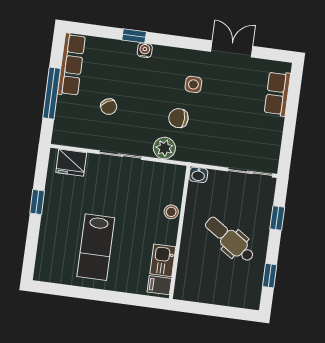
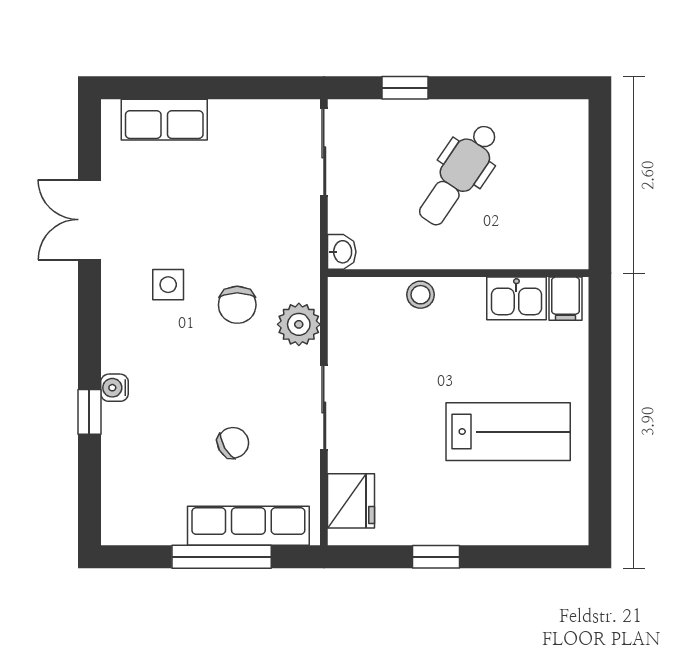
row of seats: (71, 65) -> (248, 526), moved
window: (270, 276) -> (518, 88), removed

